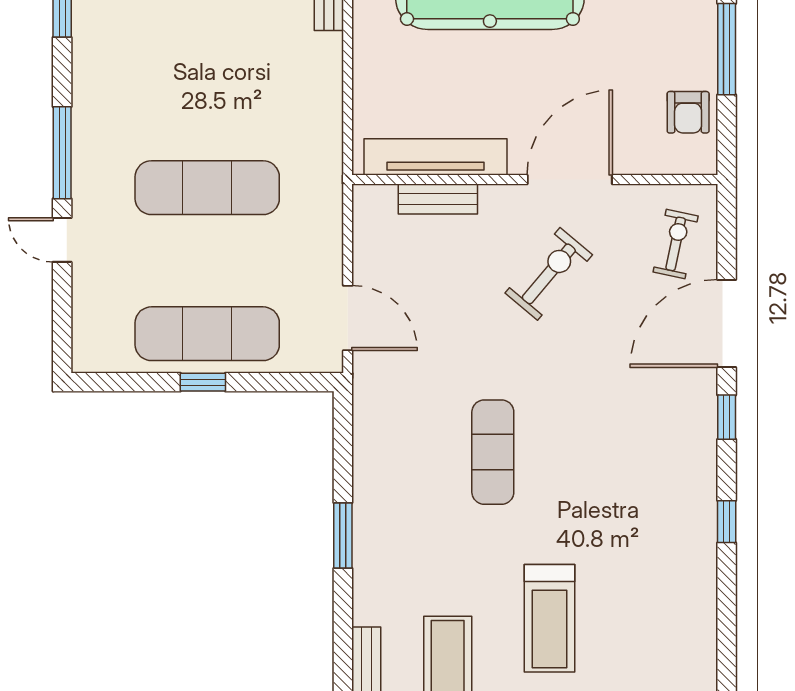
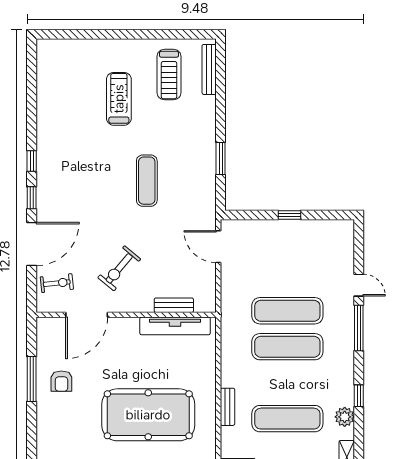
armchair: (688, 112) -> (61, 381), moved, turned 180
door: (570, 179) -> (87, 315), moved
exercise bike: (676, 244) -> (57, 283), turned -108
exercise mat: (207, 334) -> (287, 347), moved
window: (727, 522) -> (32, 161), moved
window: (343, 535) -> (221, 159), moved

